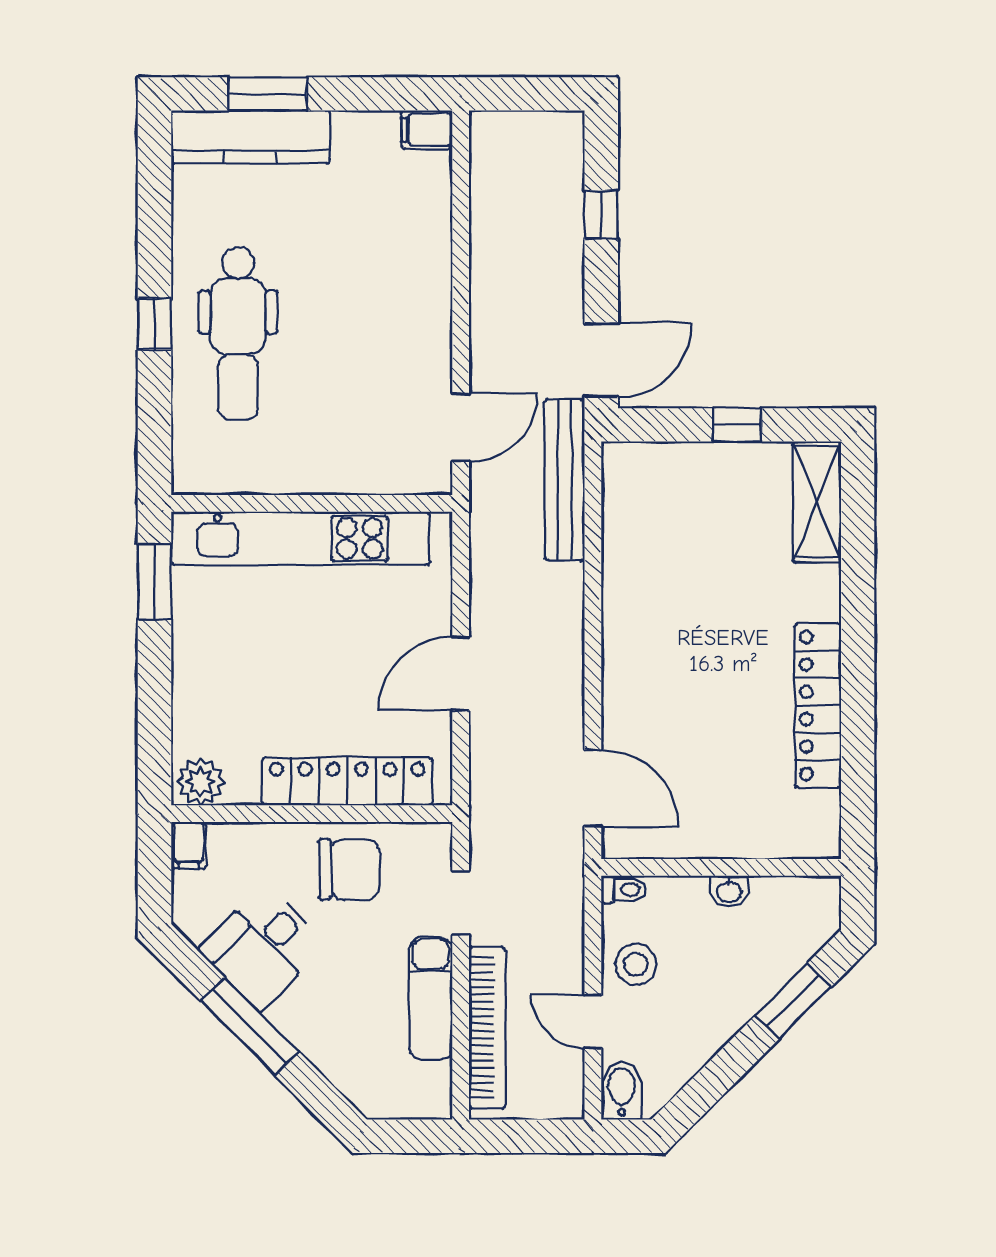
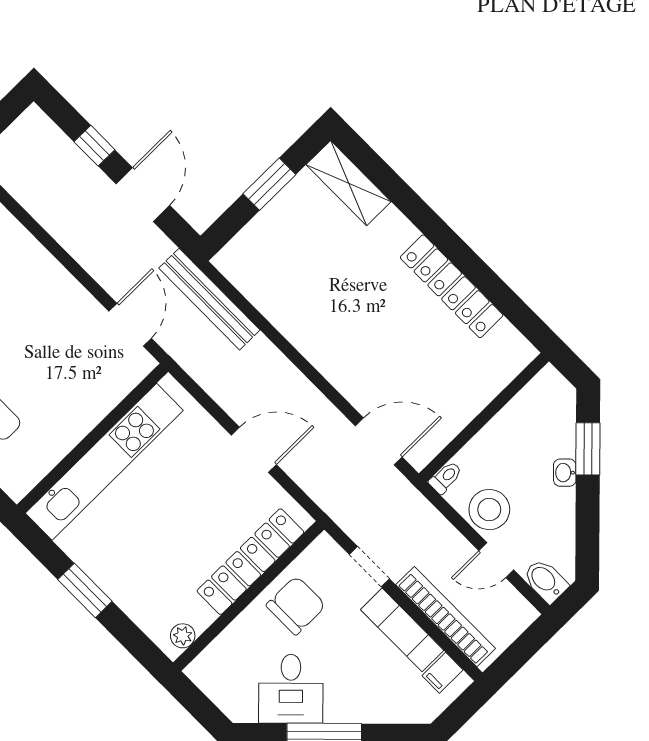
door: (601, 360) -> (143, 195), moved
window: (737, 425) -> (269, 184), width x1.50
window: (154, 582) -> (85, 590), moved
door: (461, 674) -> (254, 450), swing flipped
plant: (201, 782) -> (183, 636), width x0.73, depth x0.73
filing cabinet: (189, 845) -> (443, 673), moved, turned 90
washbasin: (729, 891) -> (565, 473), moved, turned 135
stool: (636, 964) -> (489, 510), width x1.38, depth x1.38

